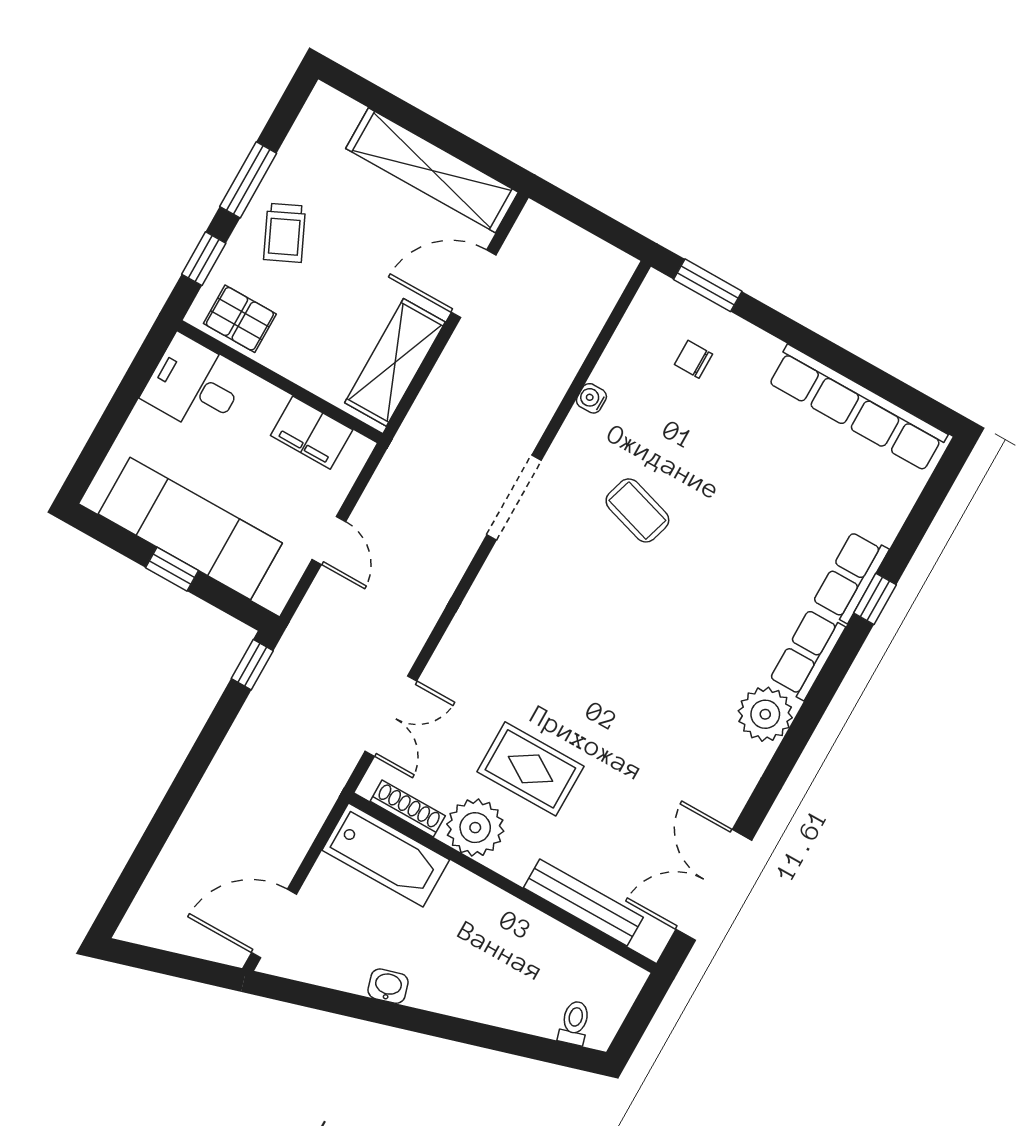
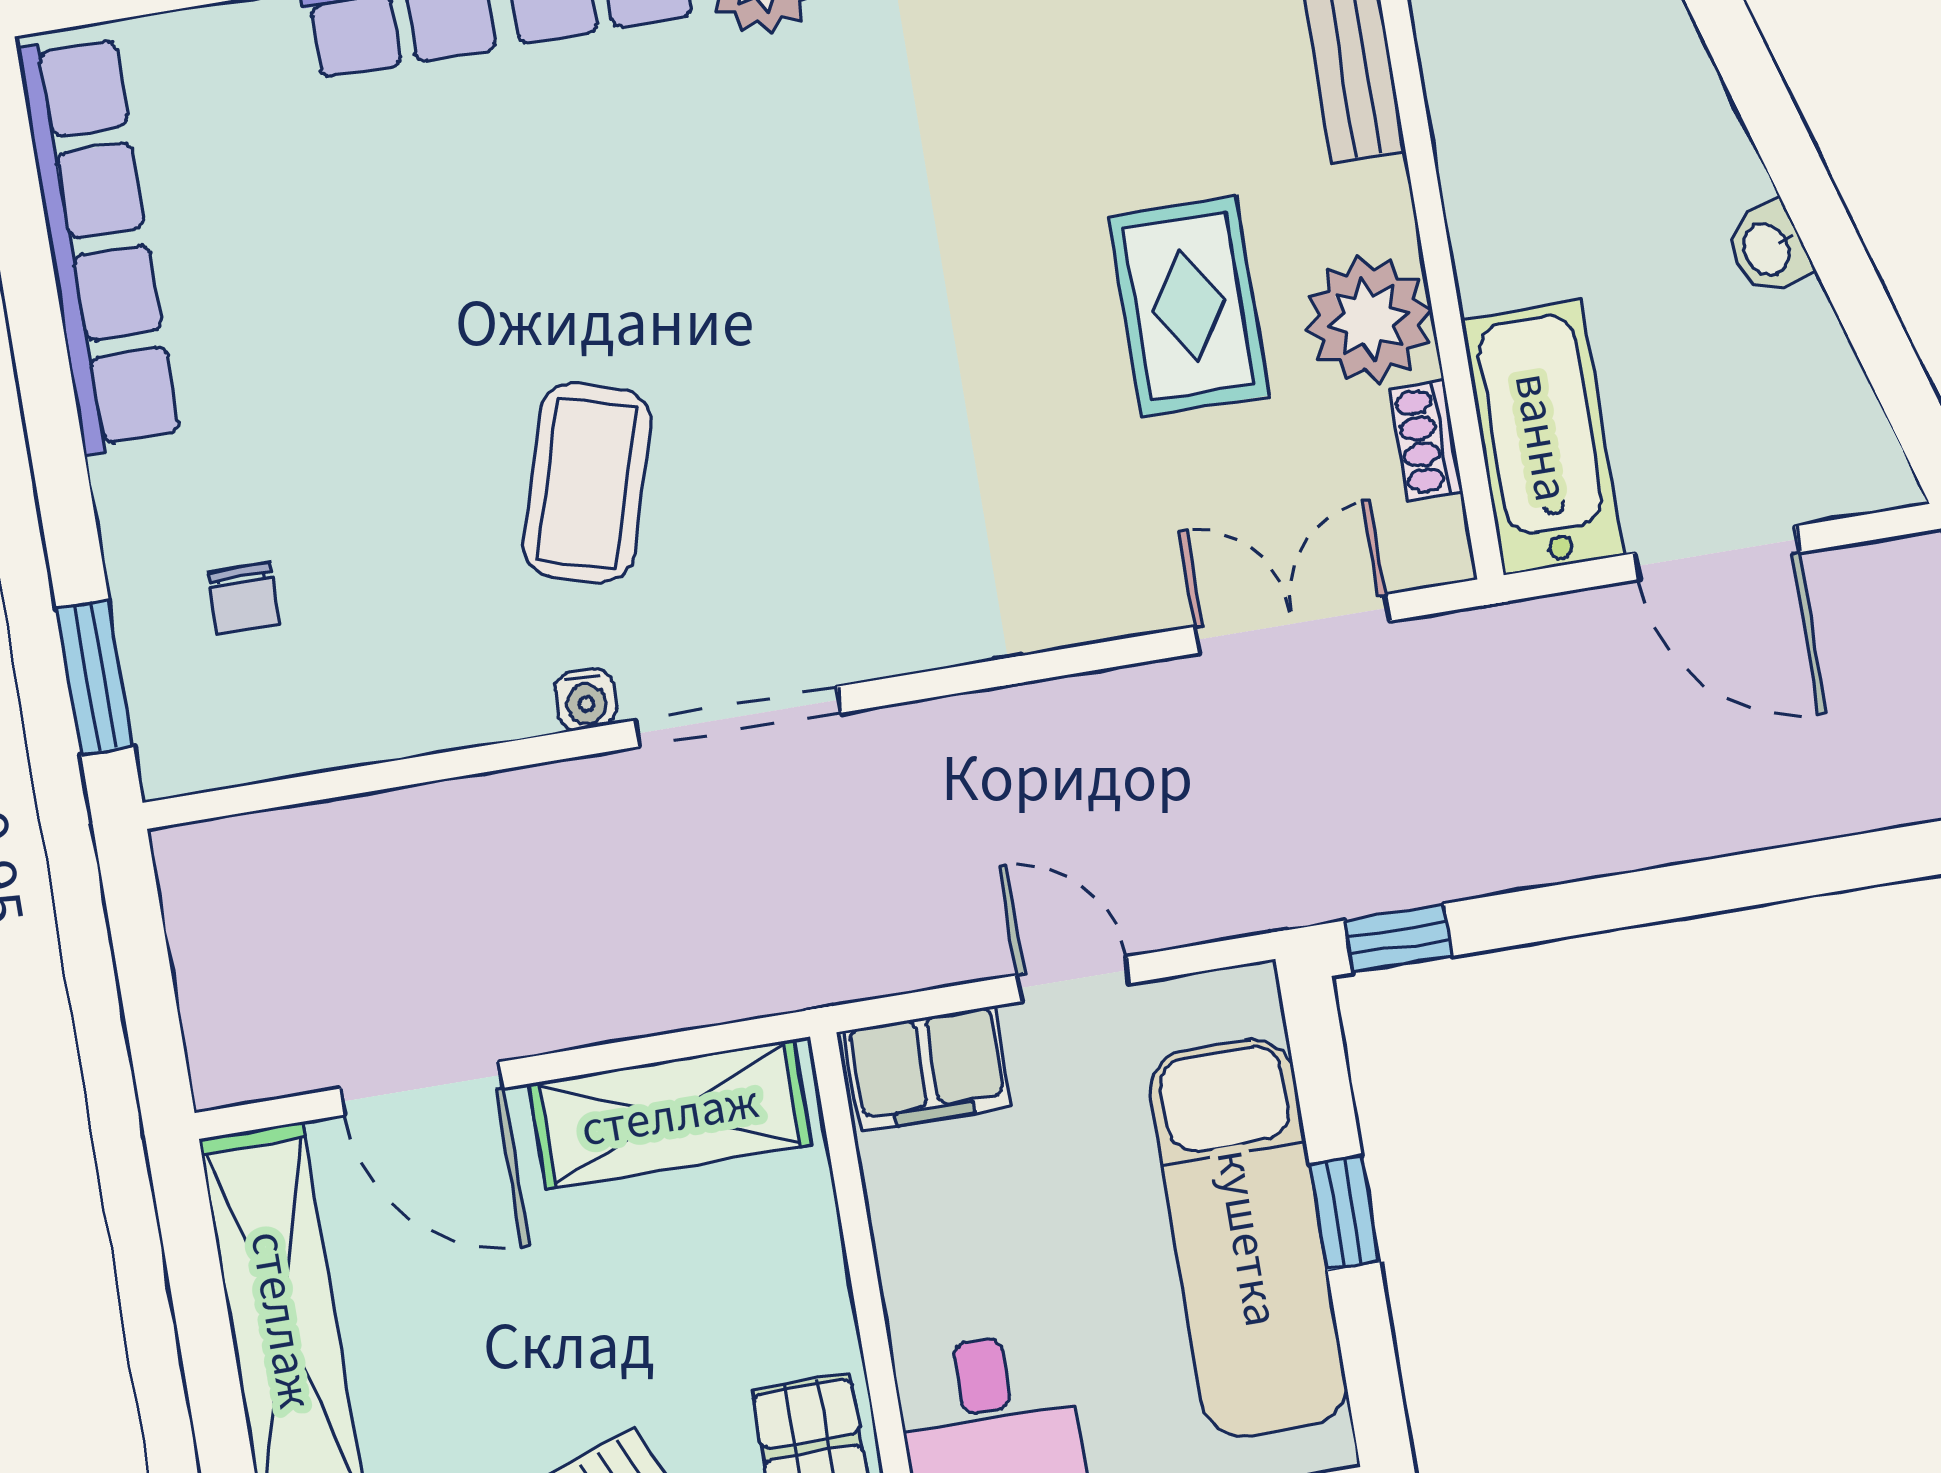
water cooler: (591, 398) -> (586, 699), moved
filing cabinet: (312, 433) -> (928, 1069), moved, turned 90
coffee table: (637, 510) -> (587, 483), width x1.36, depth x1.30
door: (329, 540) -> (1074, 979), hinge flipped
shoe rack: (408, 808) -> (1426, 440), width x0.70
door: (274, 923) -> (1717, 553), moved

